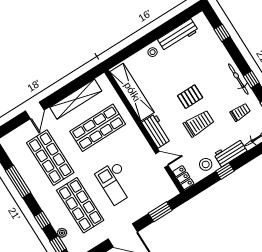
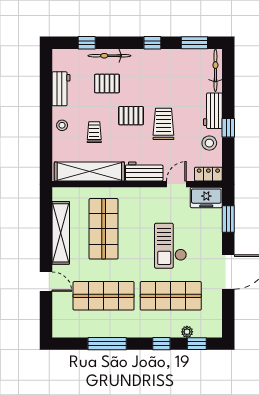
workbench: (178, 35) -> (61, 89), width x0.73
pallet: (202, 65) -> (107, 84), added
bicycle: (238, 79) -> (109, 56), moved
pallet: (190, 97) -> (131, 116), turned 90
trolley: (240, 112) -> (94, 132), moved
checkout: (116, 183) -> (171, 246), turned 90
freezer: (166, 187) -> (206, 197), added

